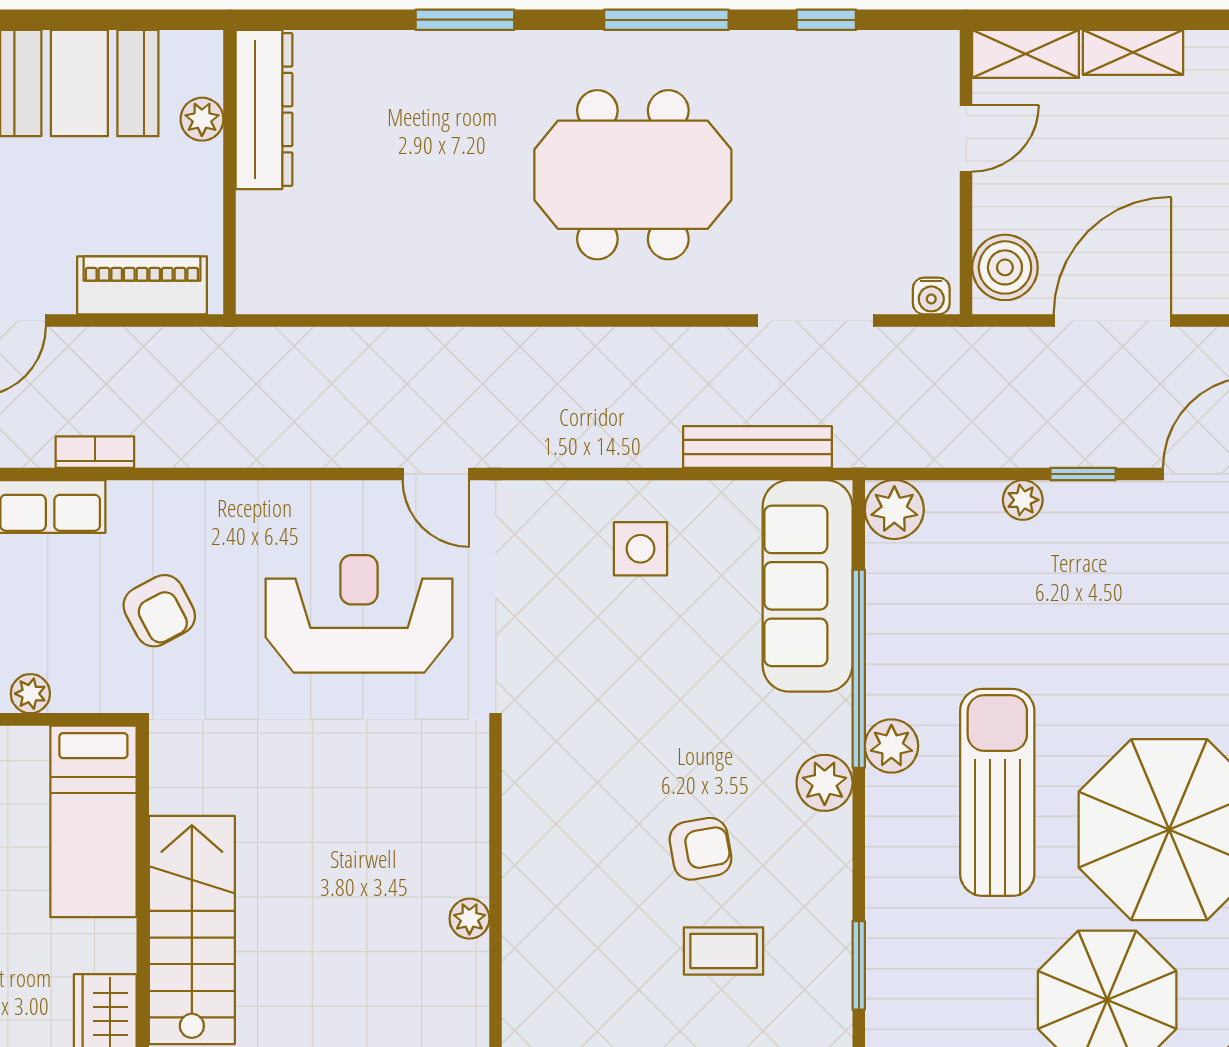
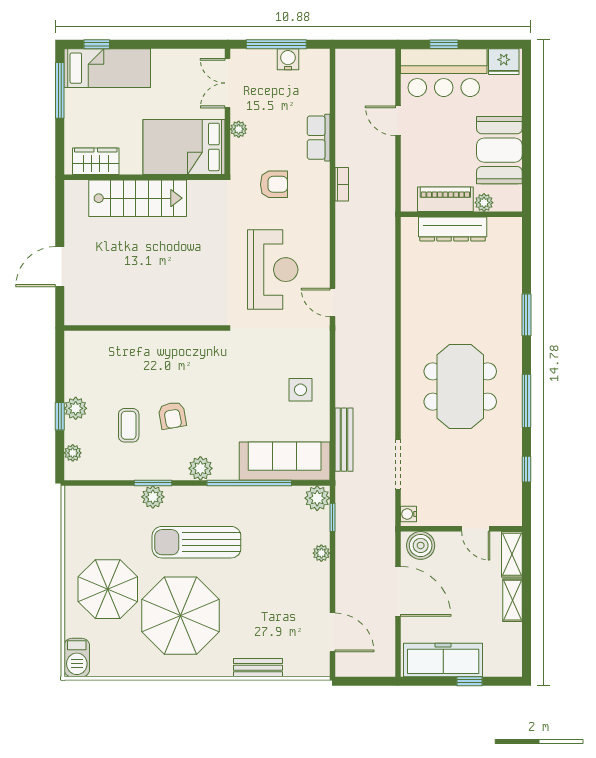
dresser: (264, 109) -> (453, 229), moved
piano: (142, 285) -> (445, 199), moved, turned -90
bookcase: (95, 452) -> (342, 184), moved
door: (436, 474) -> (332, 302), hinge flipped
window: (1083, 474) -> (332, 517), moved
armchair: (159, 611) -> (274, 184), turned -152
plant: (891, 746) -> (153, 497), moved
sun lounger: (997, 792) -> (196, 542), turned 180
bed: (93, 821) -> (184, 147), width x1.50
plant: (469, 919) -> (142, 317), removed
window: (859, 965) -> (153, 483), moved

